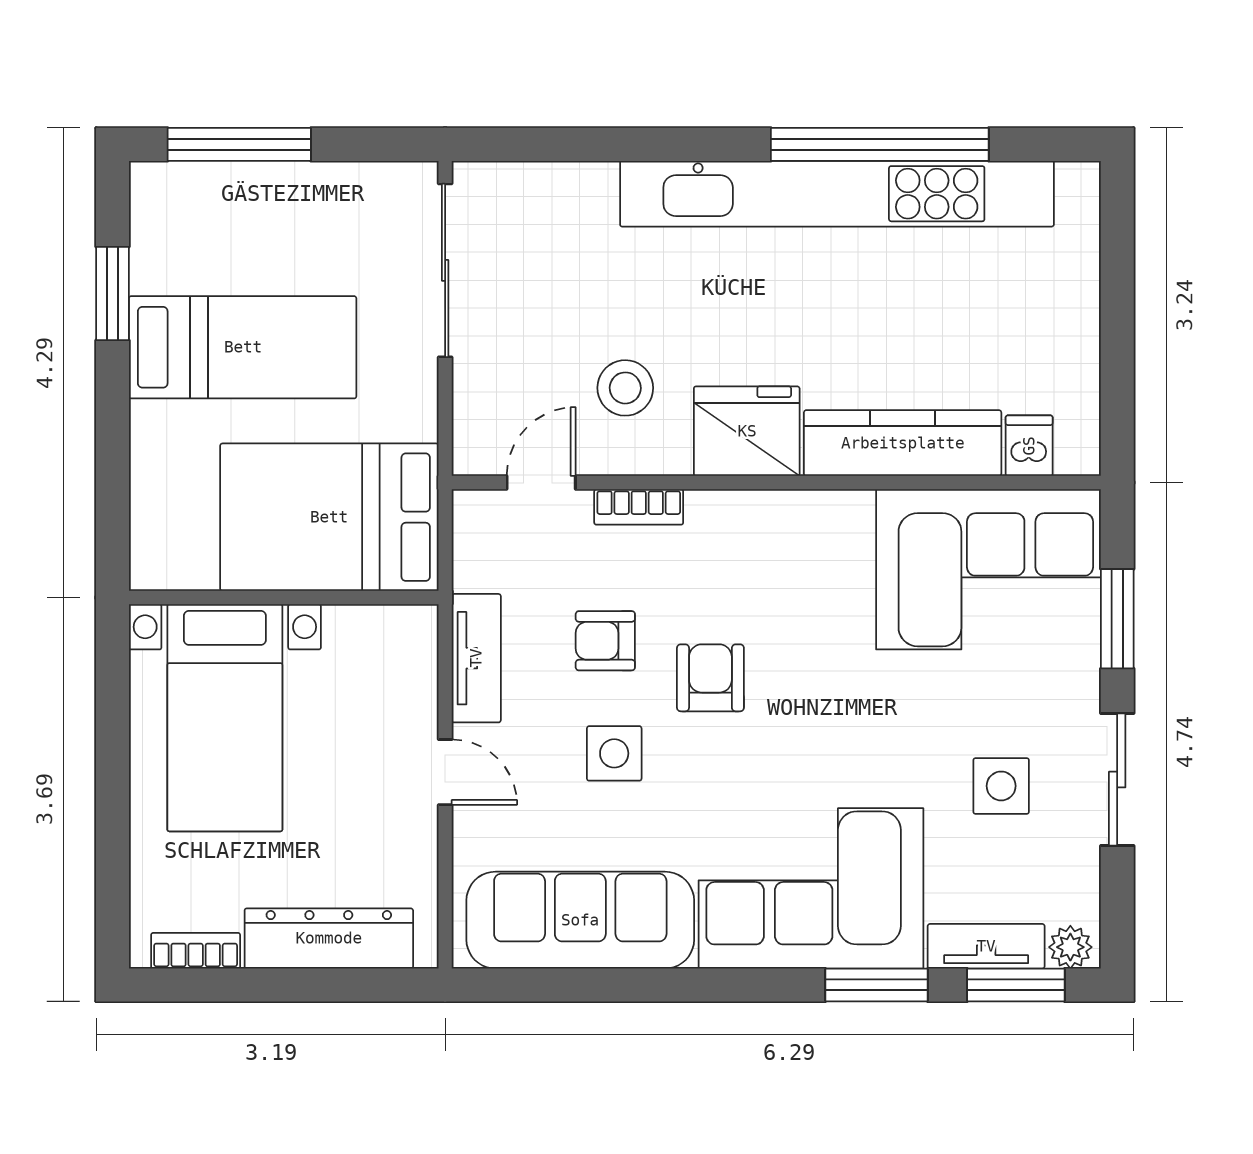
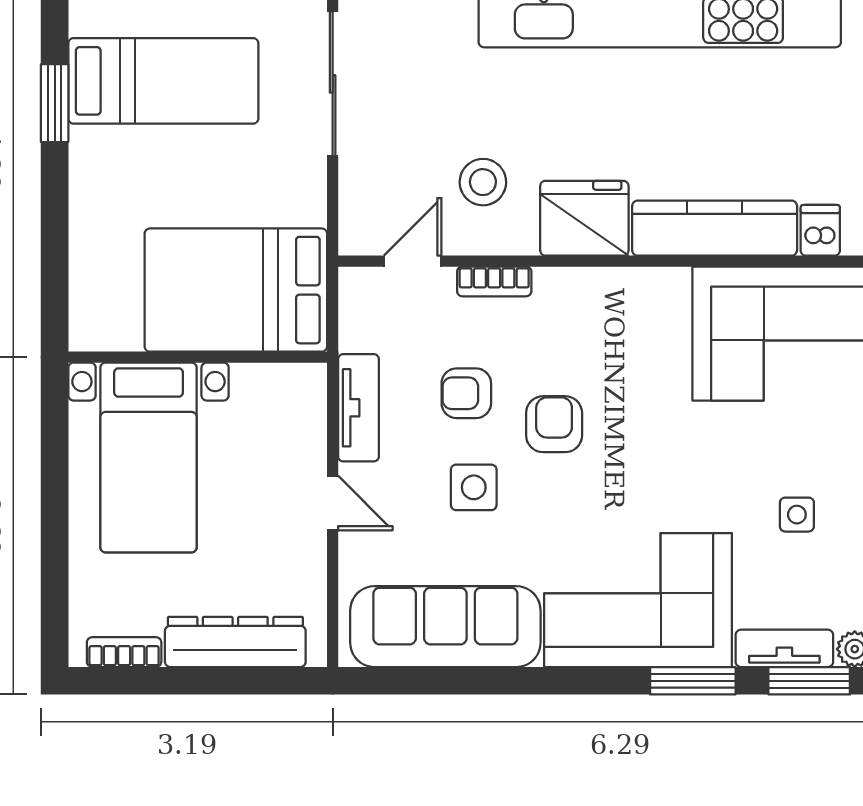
bed: (243, 347) -> (163, 81), moved
side table: (1001, 786) -> (797, 515), width x0.73, depth x0.73

